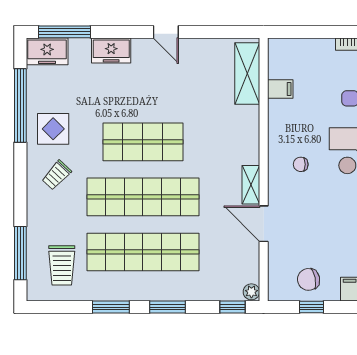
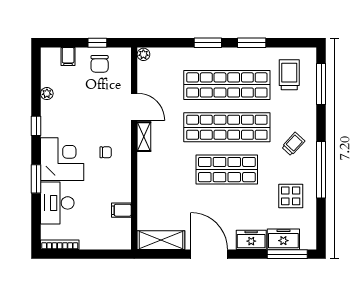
door: (166, 32) -> (209, 254), width x1.88
freezer: (47, 51) -> (283, 239), moved
shelving: (247, 74) -> (161, 240), moved, turned 90
window: (20, 105) -> (321, 170), moved
display table: (53, 129) -> (291, 196), moved
chair: (309, 279) -> (100, 64), turned 102
window: (232, 307) -> (158, 43), removed

